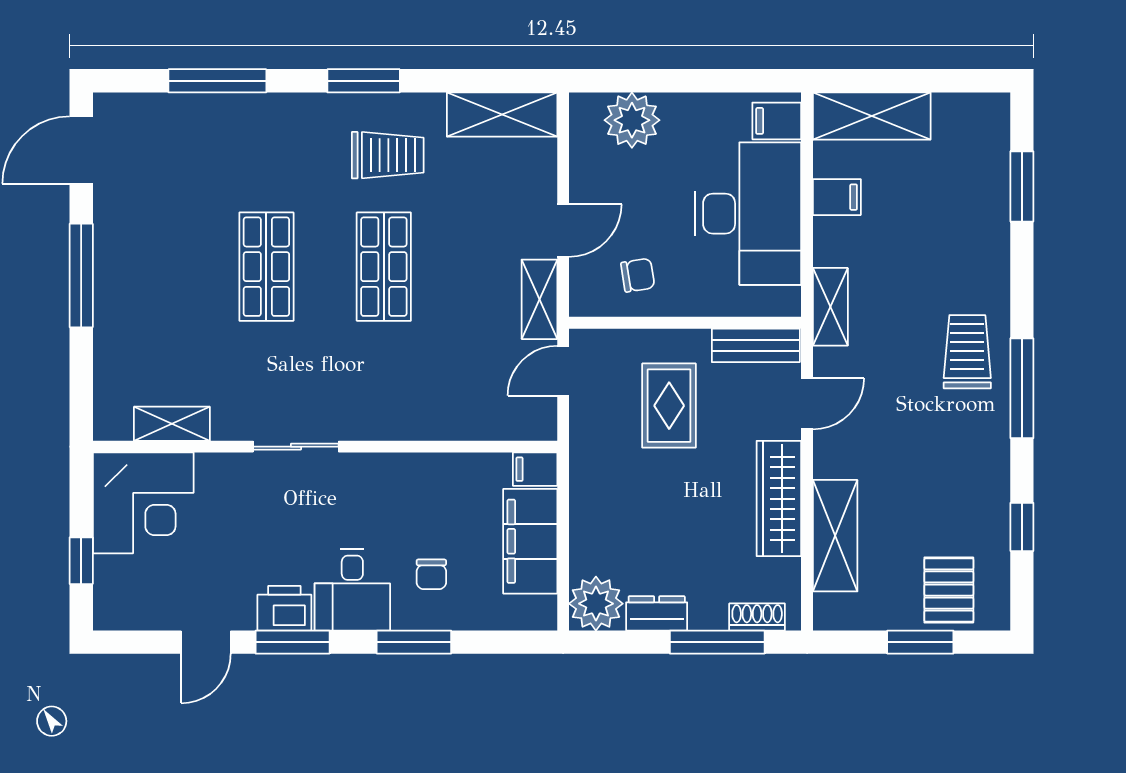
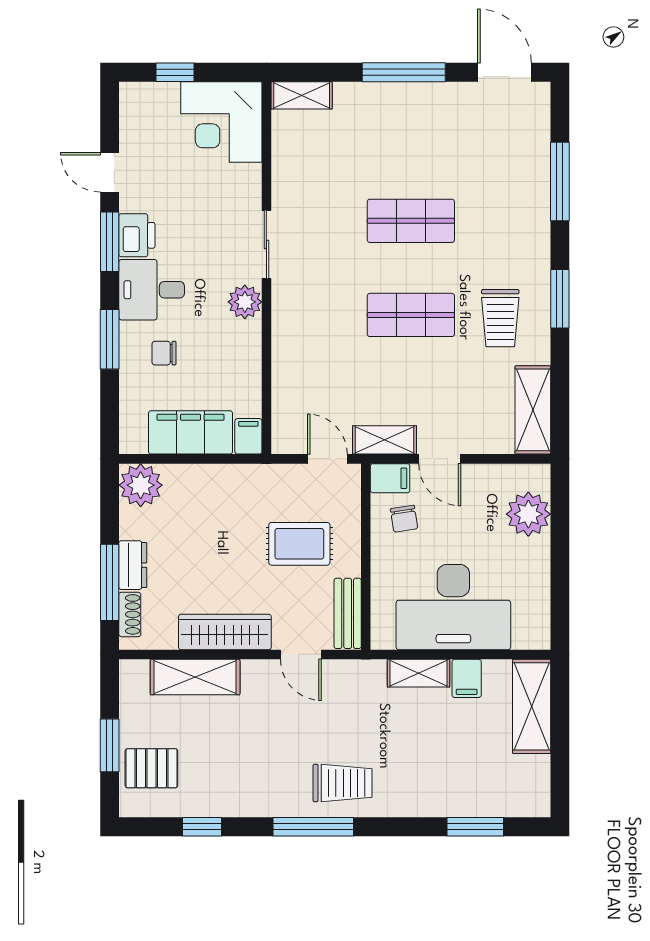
filing cabinet: (777, 121) -> (390, 478), moved, turned 90
shelving: (830, 307) -> (419, 673), moved
shelving: (172, 424) -> (302, 95), moved, turned 90
plant: (368, 474) -> (245, 302), added
dresser: (657, 613) -> (133, 565), moved

